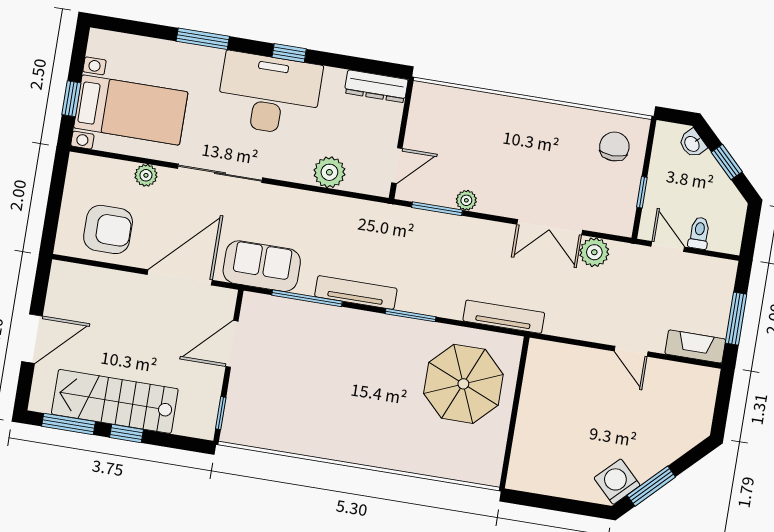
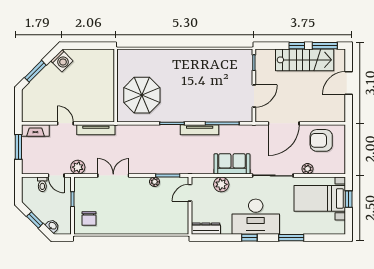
plant: (594, 252) -> (78, 167), moved
sofa: (262, 266) -> (232, 164), moved, turned 180
tv unit: (504, 317) -> (96, 130), moved
window: (651, 486) -> (35, 71), moved

